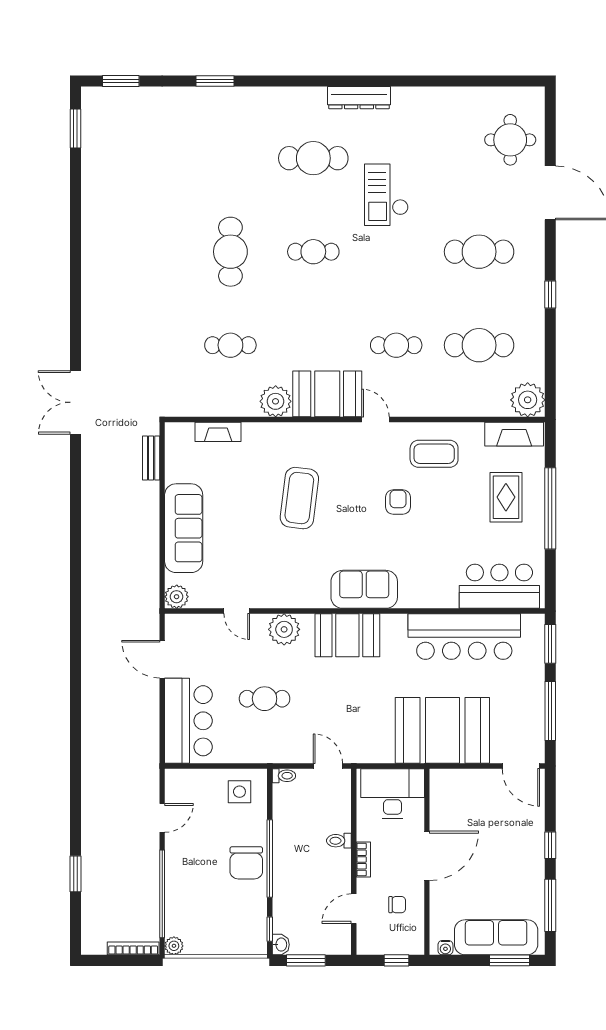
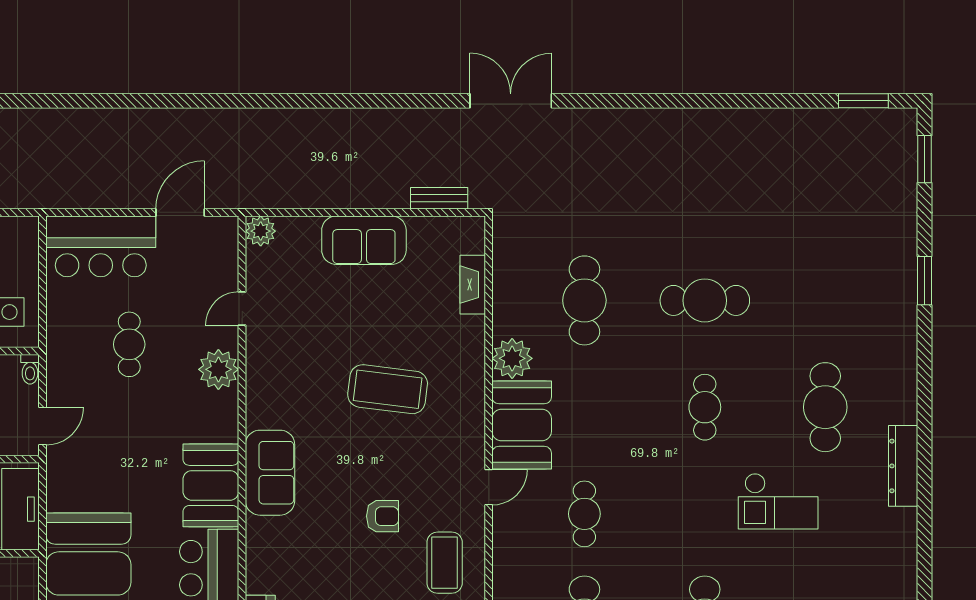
checkout: (386, 195) -> (778, 501), turned 180
cafe table: (230, 345) -> (584, 300), width x1.37, depth x1.35
sofa: (184, 528) -> (364, 240), width x0.73
booth: (347, 635) -> (211, 485), moved

